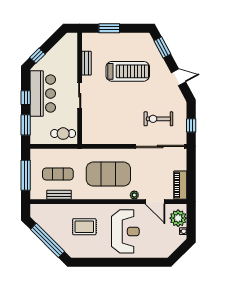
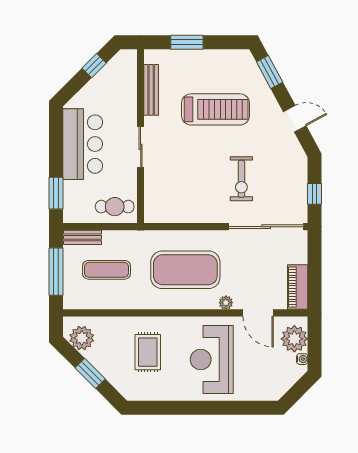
window: (38, 56) -> (94, 66), moved
bench: (86, 63) -> (151, 90), width x1.36
window: (26, 98) -> (56, 150), removed
exercise bike: (158, 119) -> (241, 179), moved, turned -90
bench: (59, 195) -> (83, 237), moved
plant: (42, 218) -> (82, 338), added
rug: (84, 227) -> (148, 352), turned 90
reception desk: (125, 231) -> (212, 360), turned 180
window: (47, 240) -> (90, 373), width x0.47

